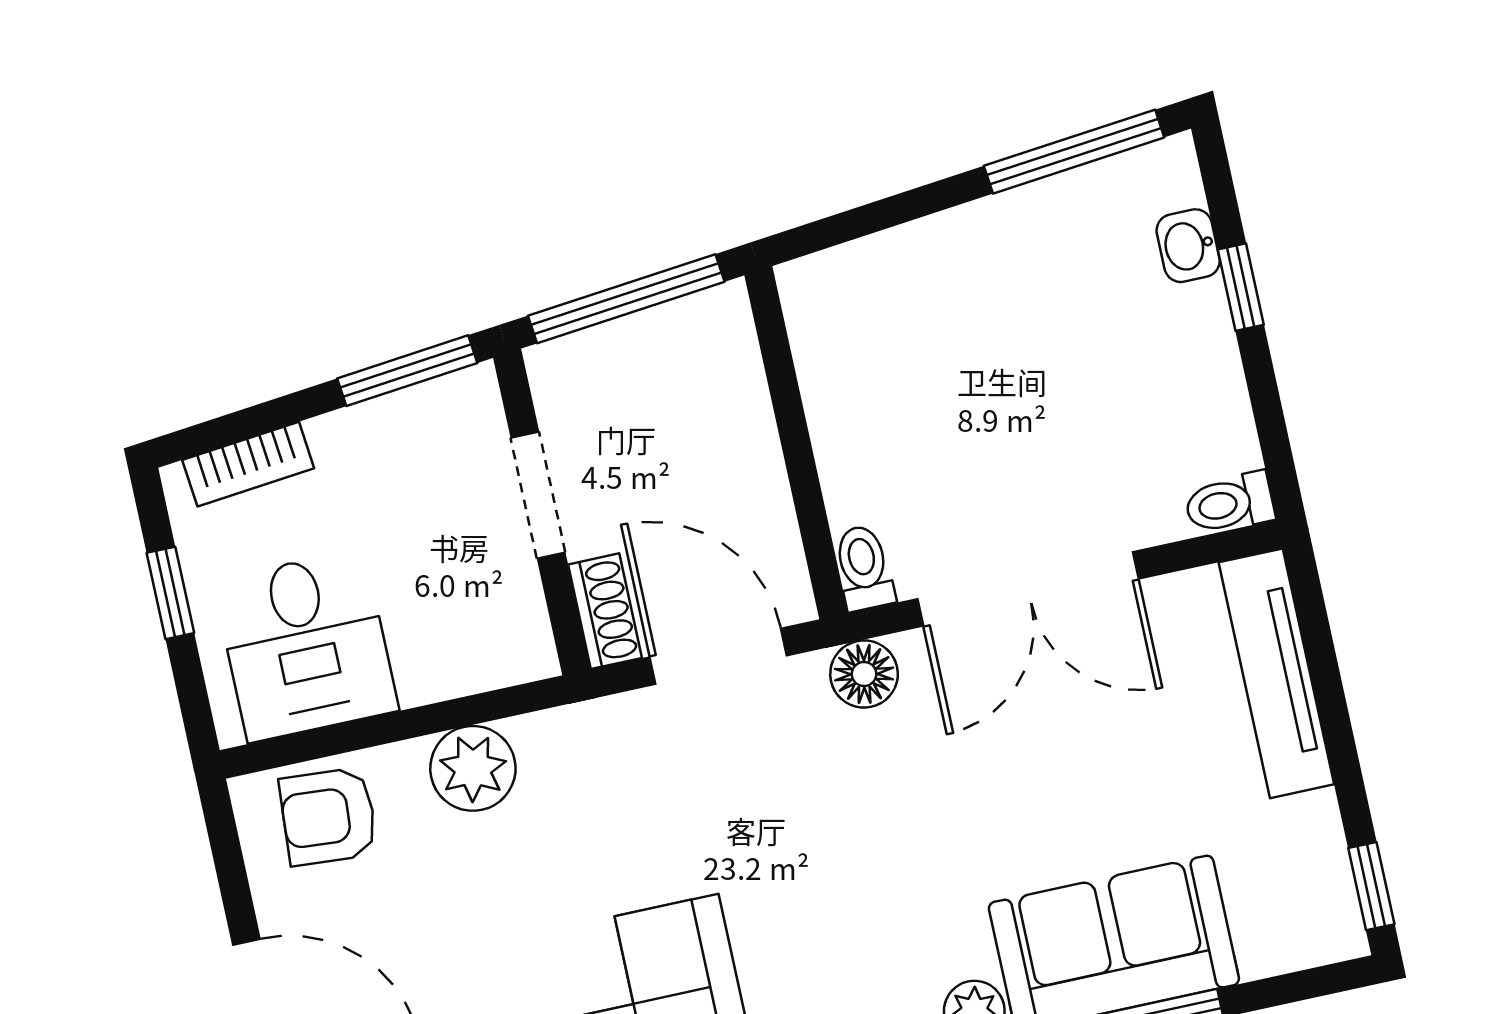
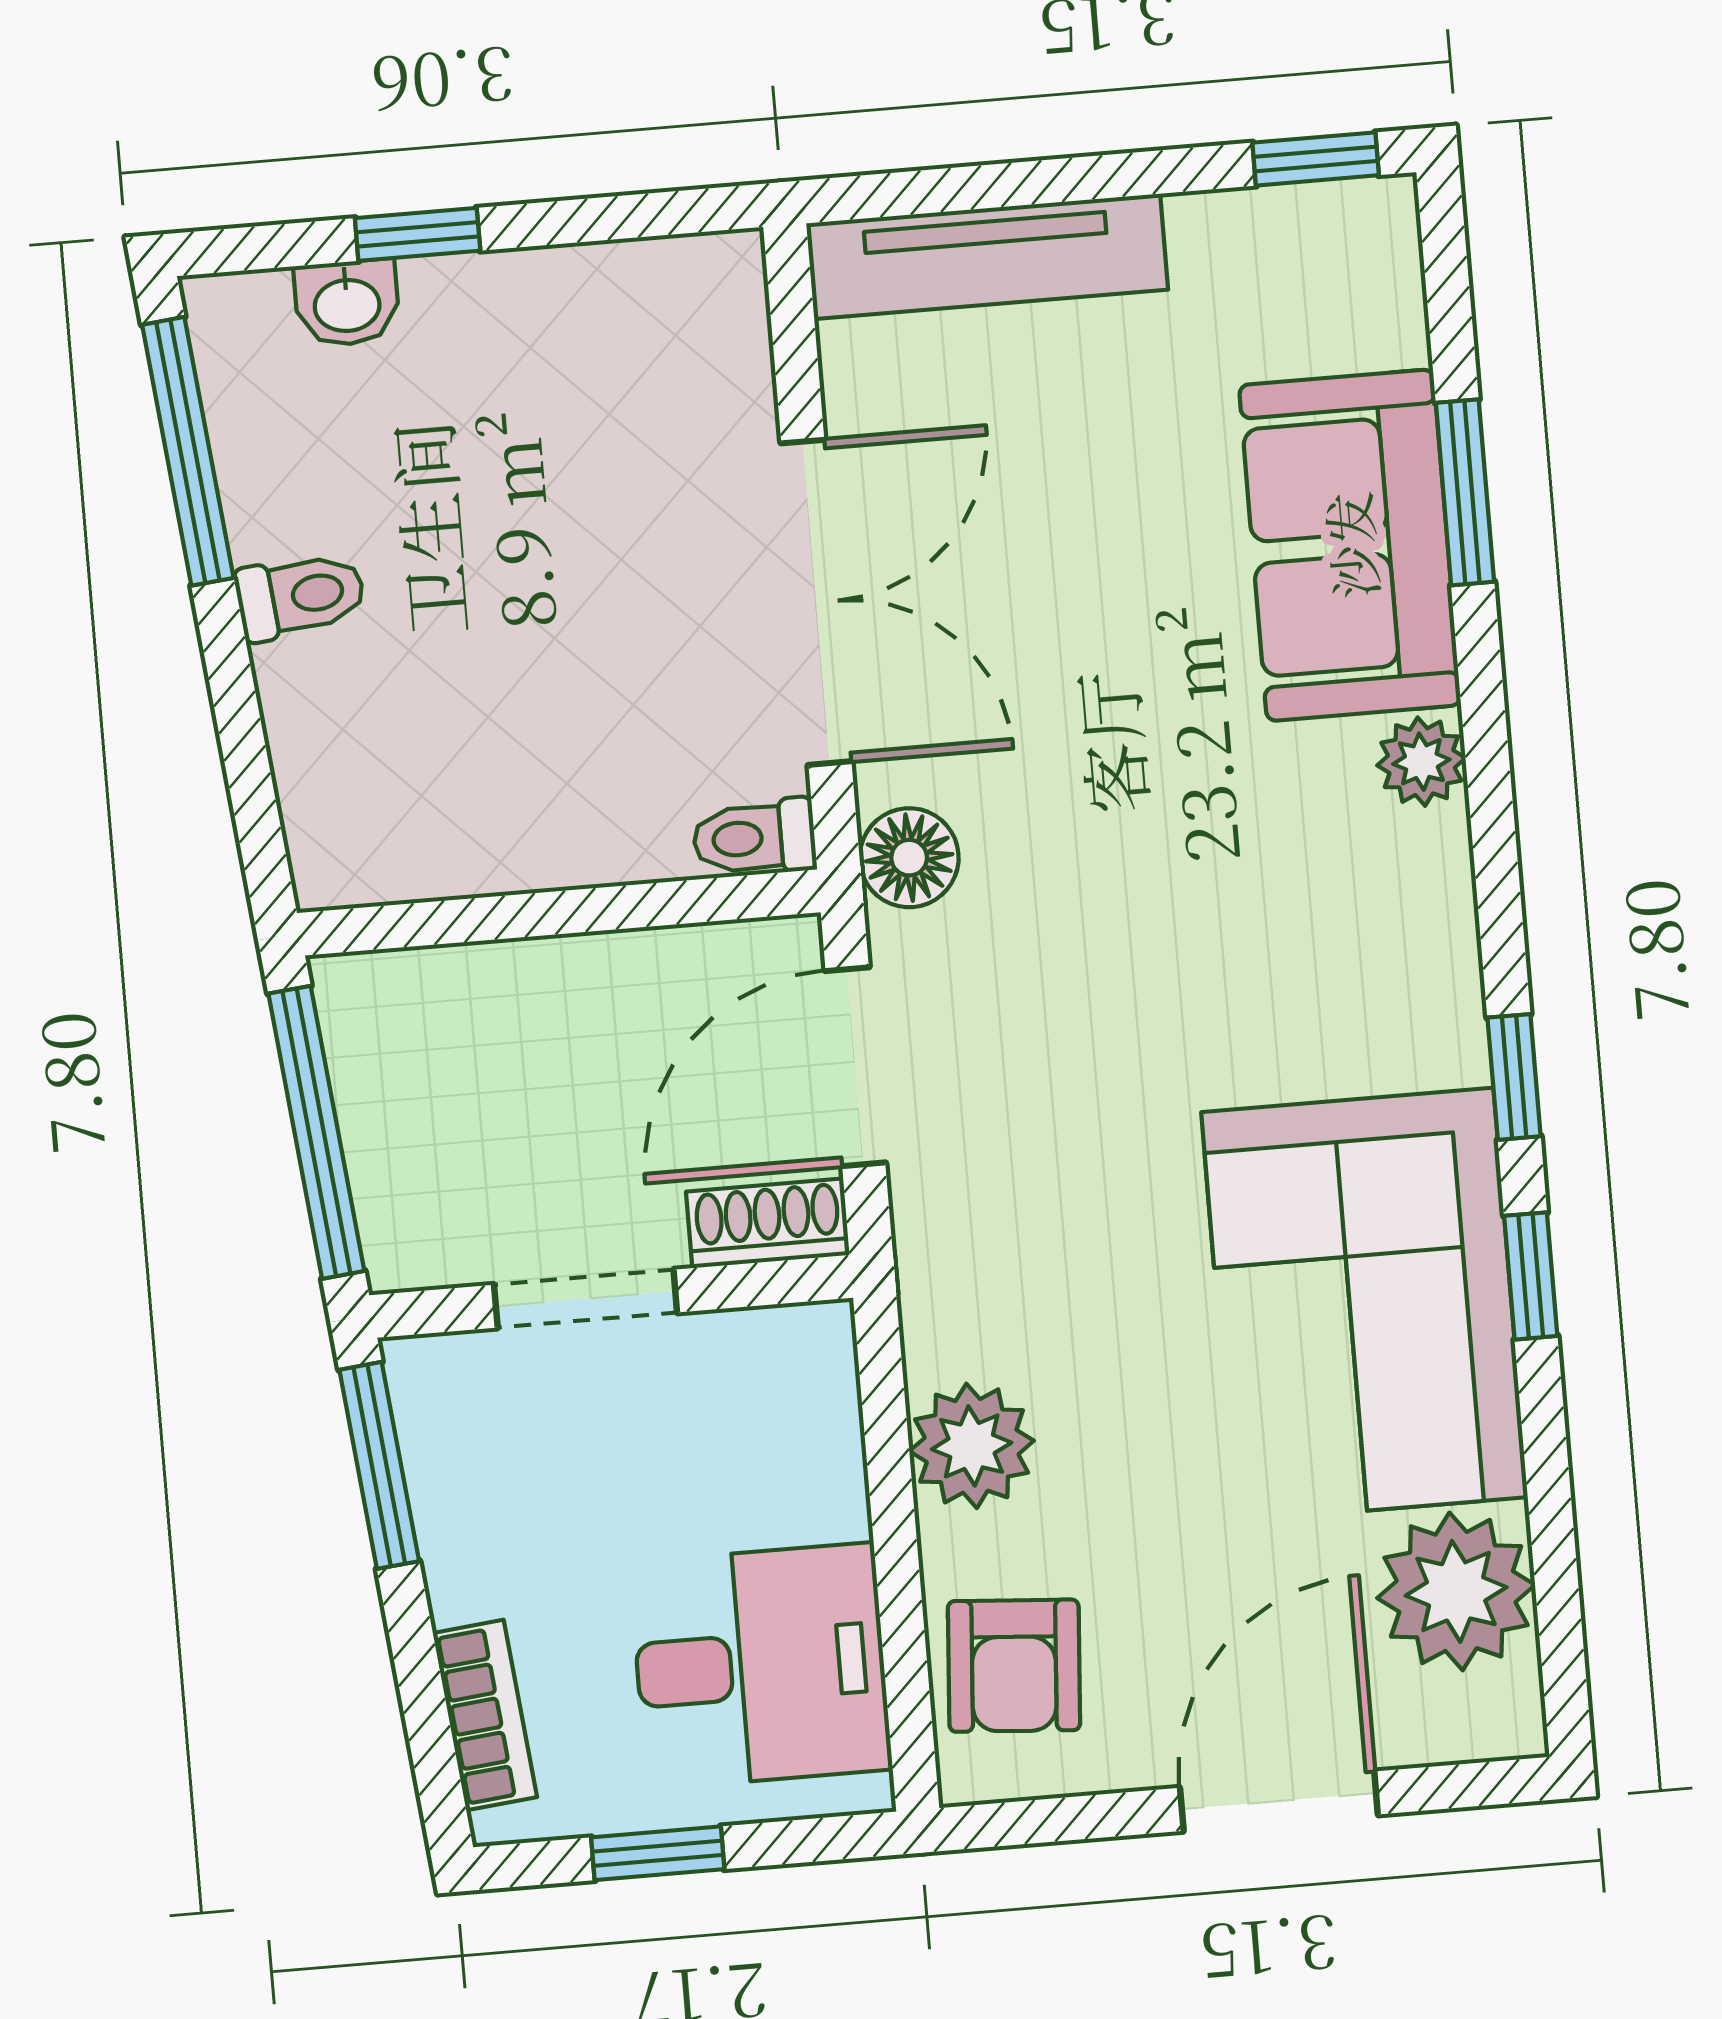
toilet: (1230, 503) -> (300, 596), moved, turned -96

